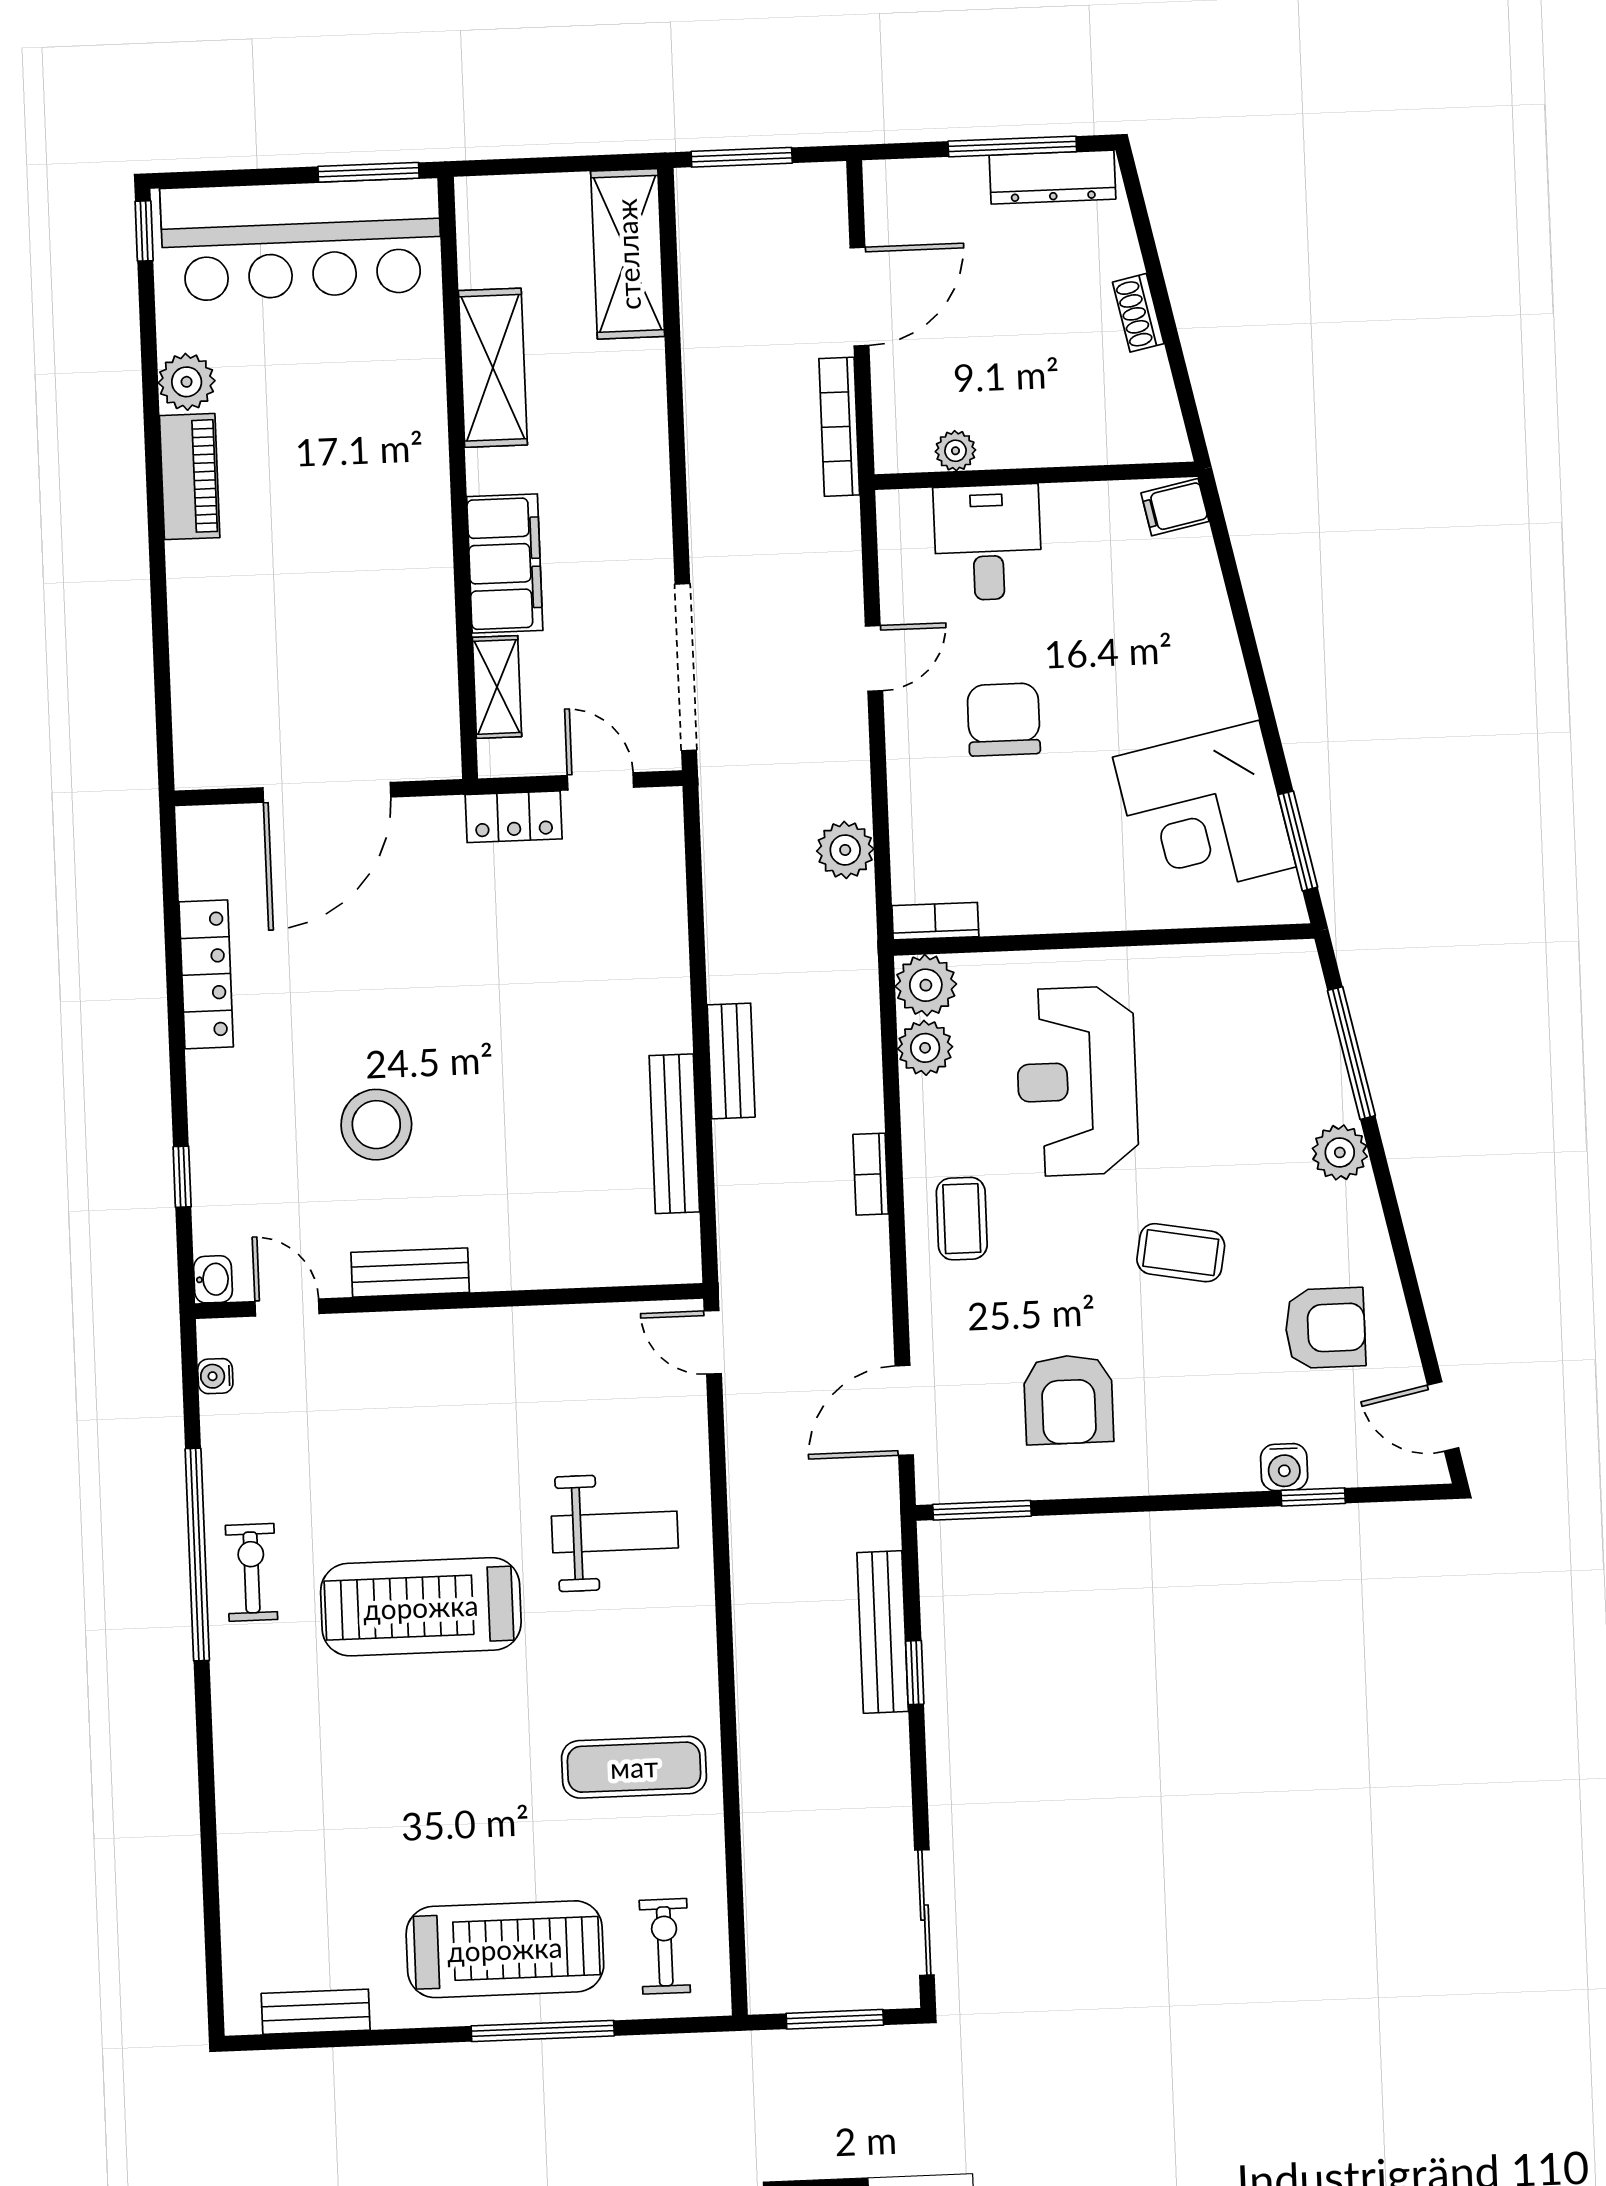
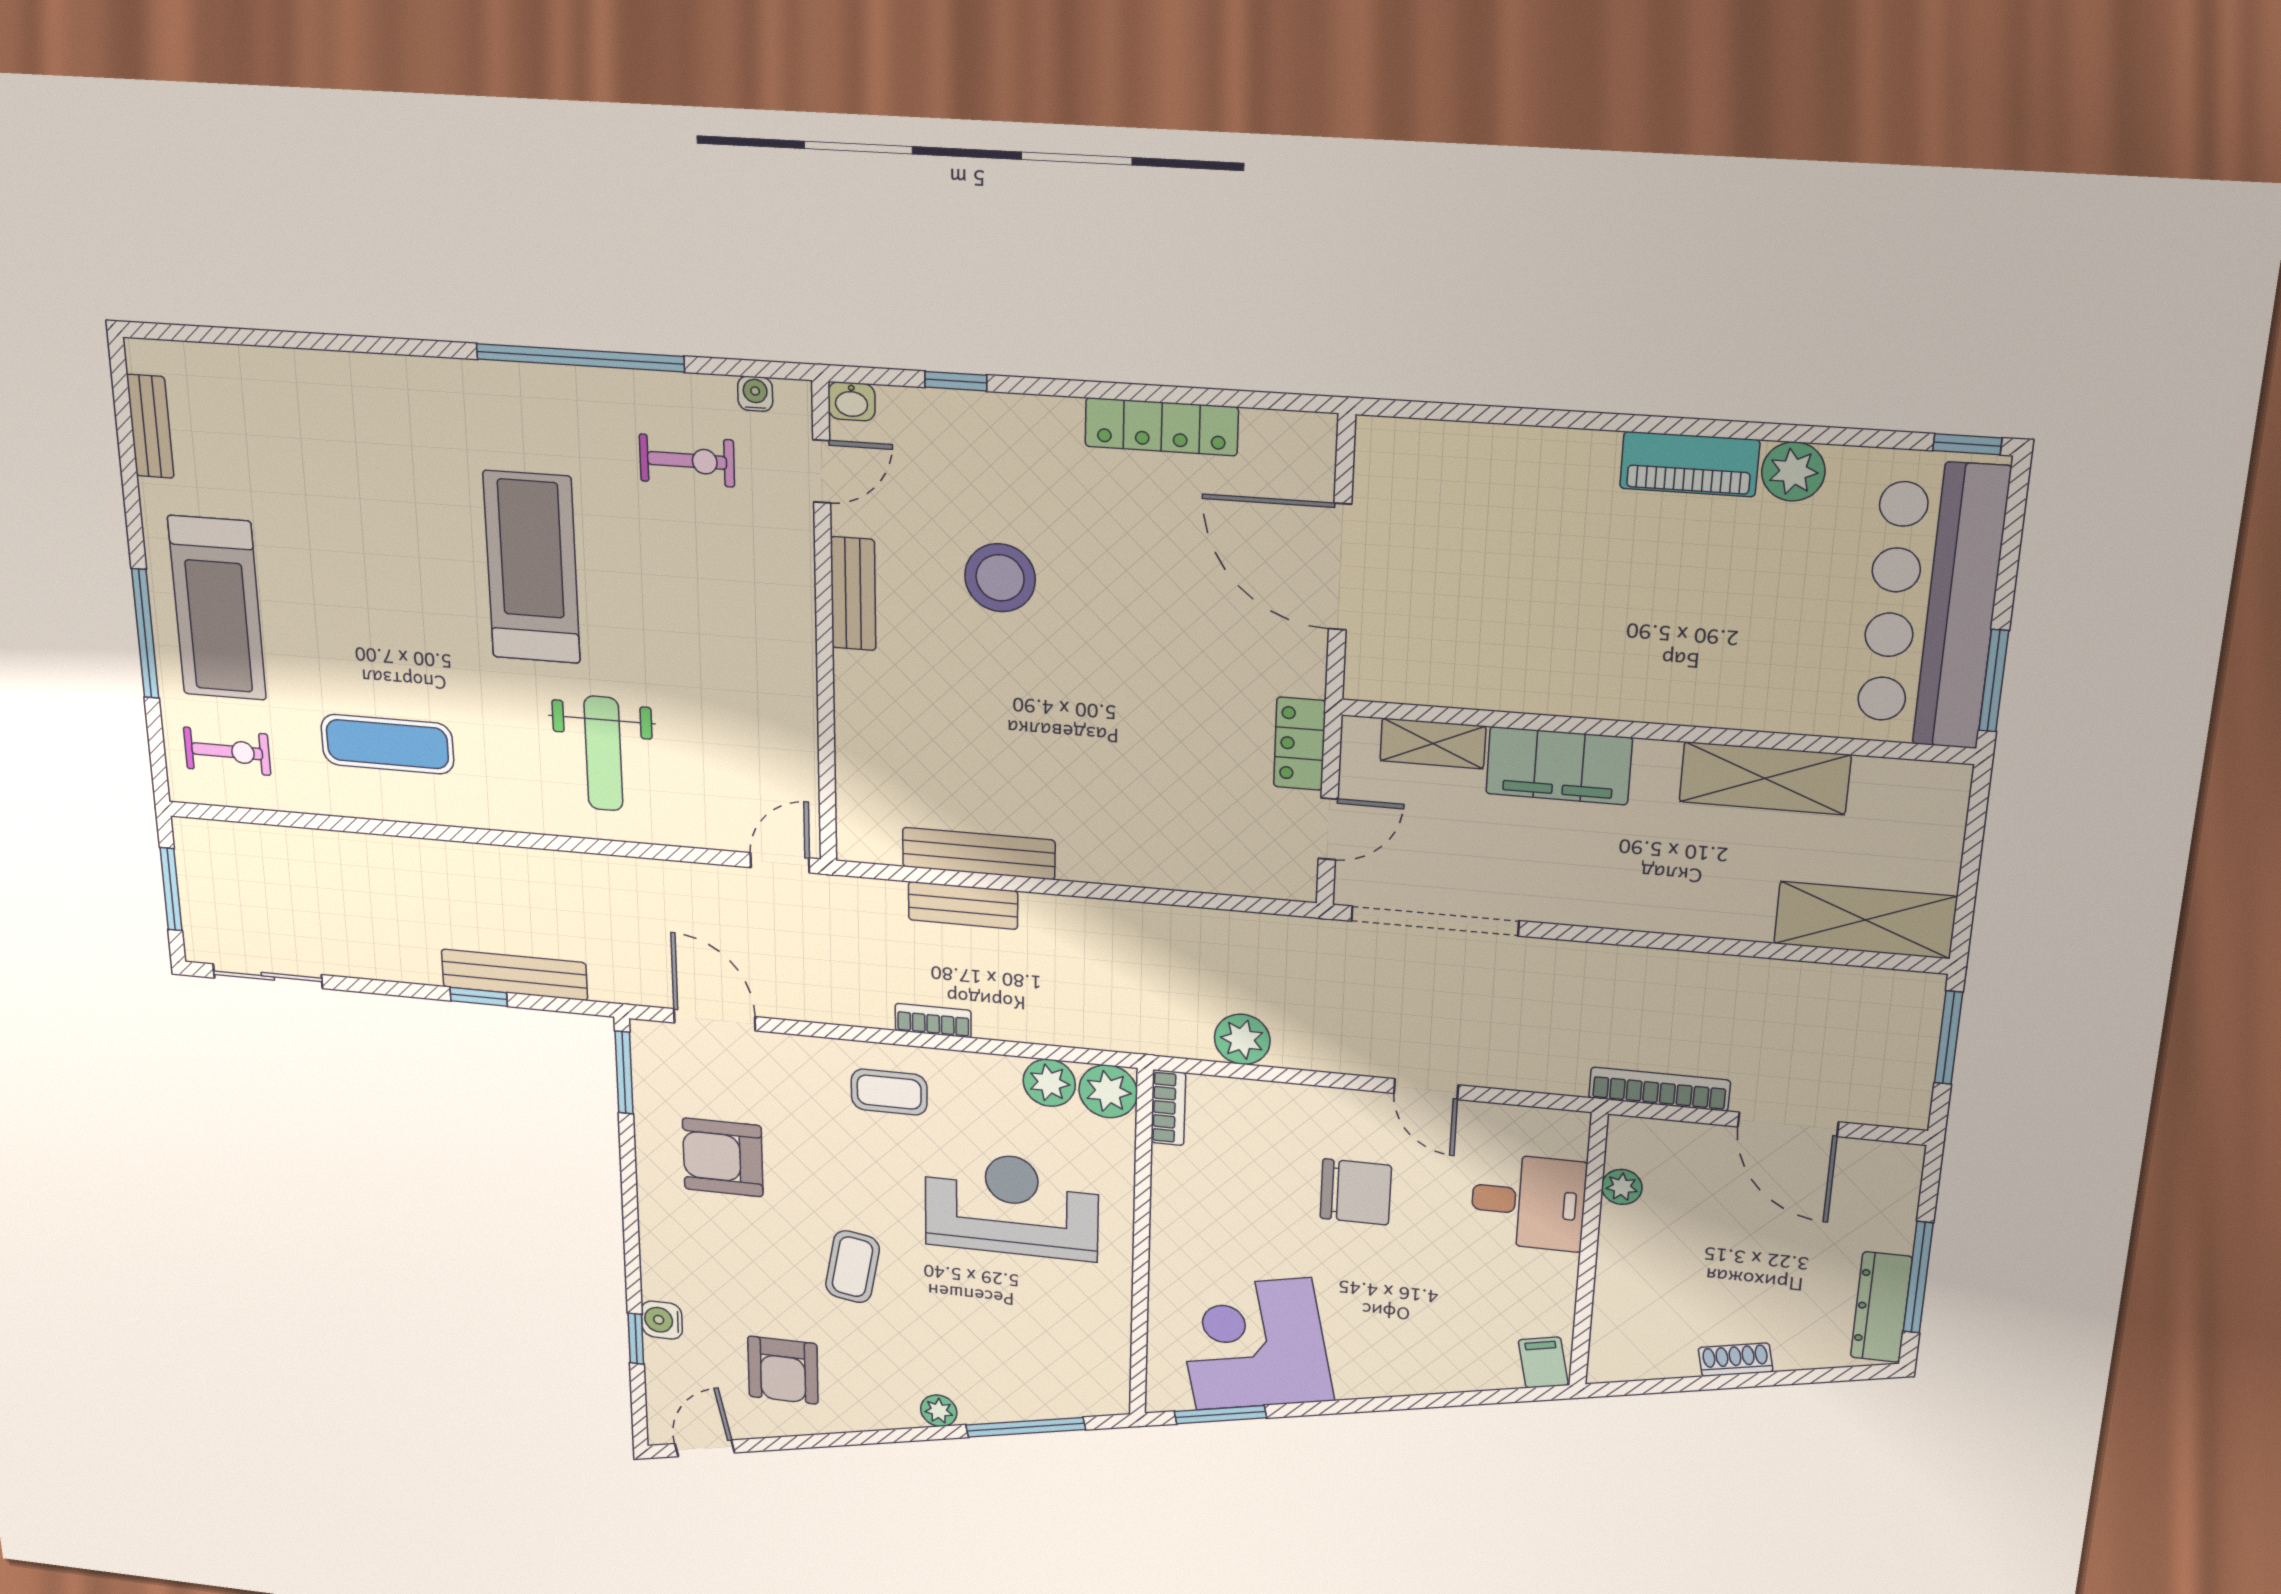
bench: (731, 1061) -> (963, 905), moved
plant: (1340, 1152) -> (939, 1411), width x0.73, depth x0.73
exercise bike: (252, 1572) -> (687, 460), moved
exercise mat: (634, 1767) -> (387, 744), turned 90

